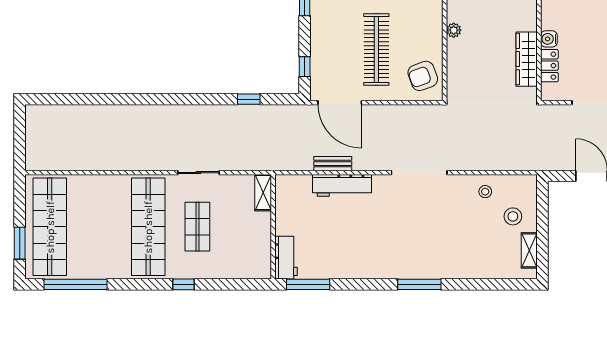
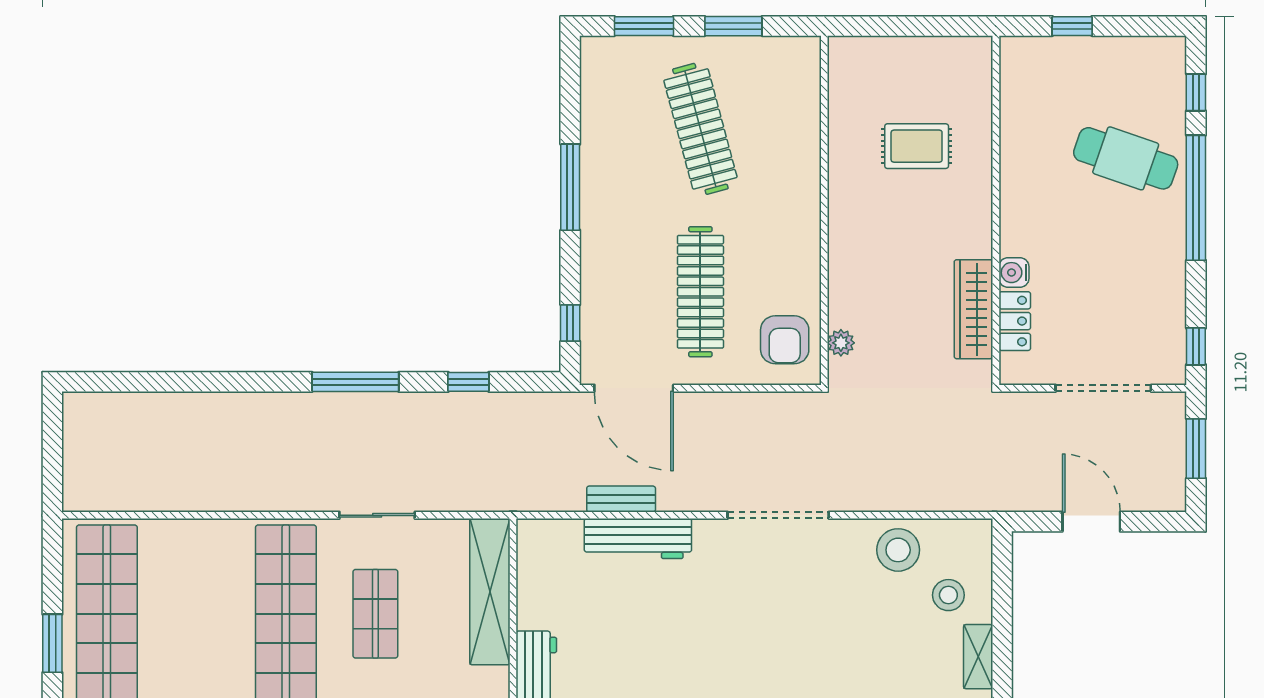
plant: (454, 30) -> (841, 343), moved
armchair: (423, 76) -> (785, 340), turned -70
window: (186, 99) -> (355, 382), added
stool: (485, 192) -> (898, 550), width x1.89, depth x1.89
shelving: (263, 193) -> (490, 592), width x2.20, depth x1.33

